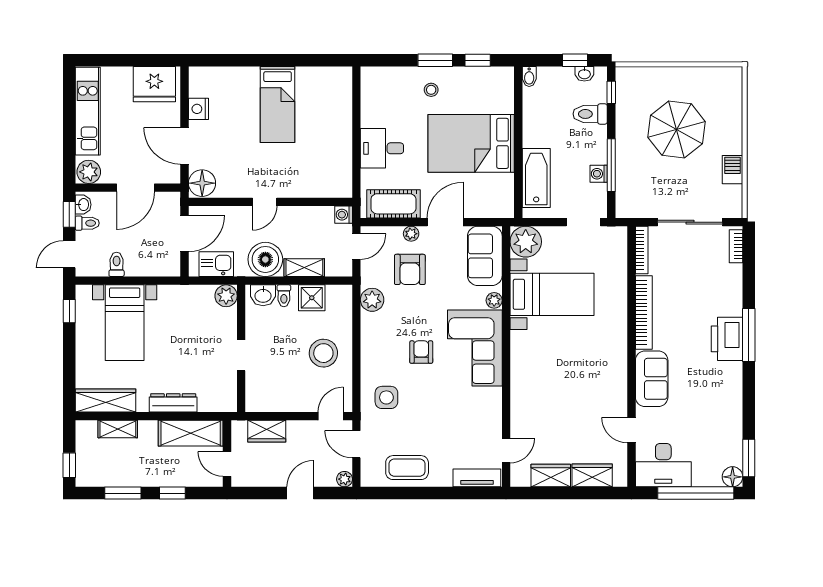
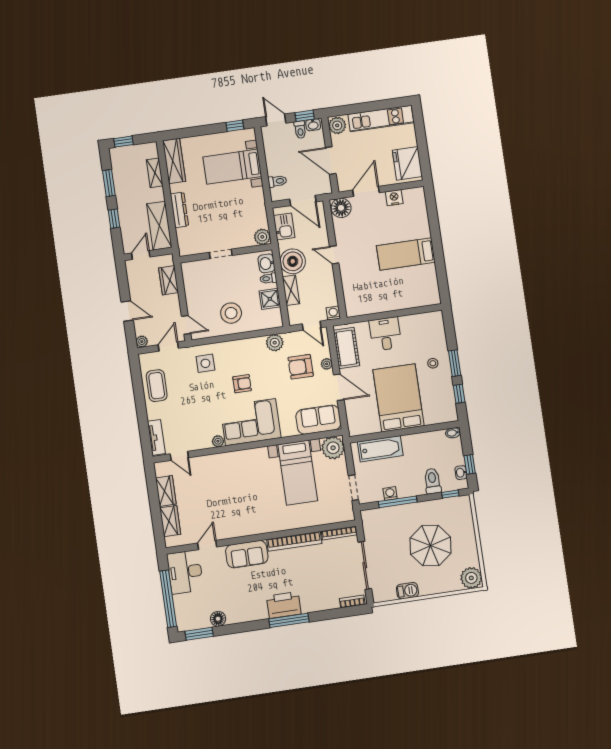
plant: (728, 81) -> (471, 578), added
toilet: (117, 264) -> (277, 181), moved
plant: (494, 300) -> (218, 441), moved
floor lamp: (733, 477) -> (218, 619), moved

